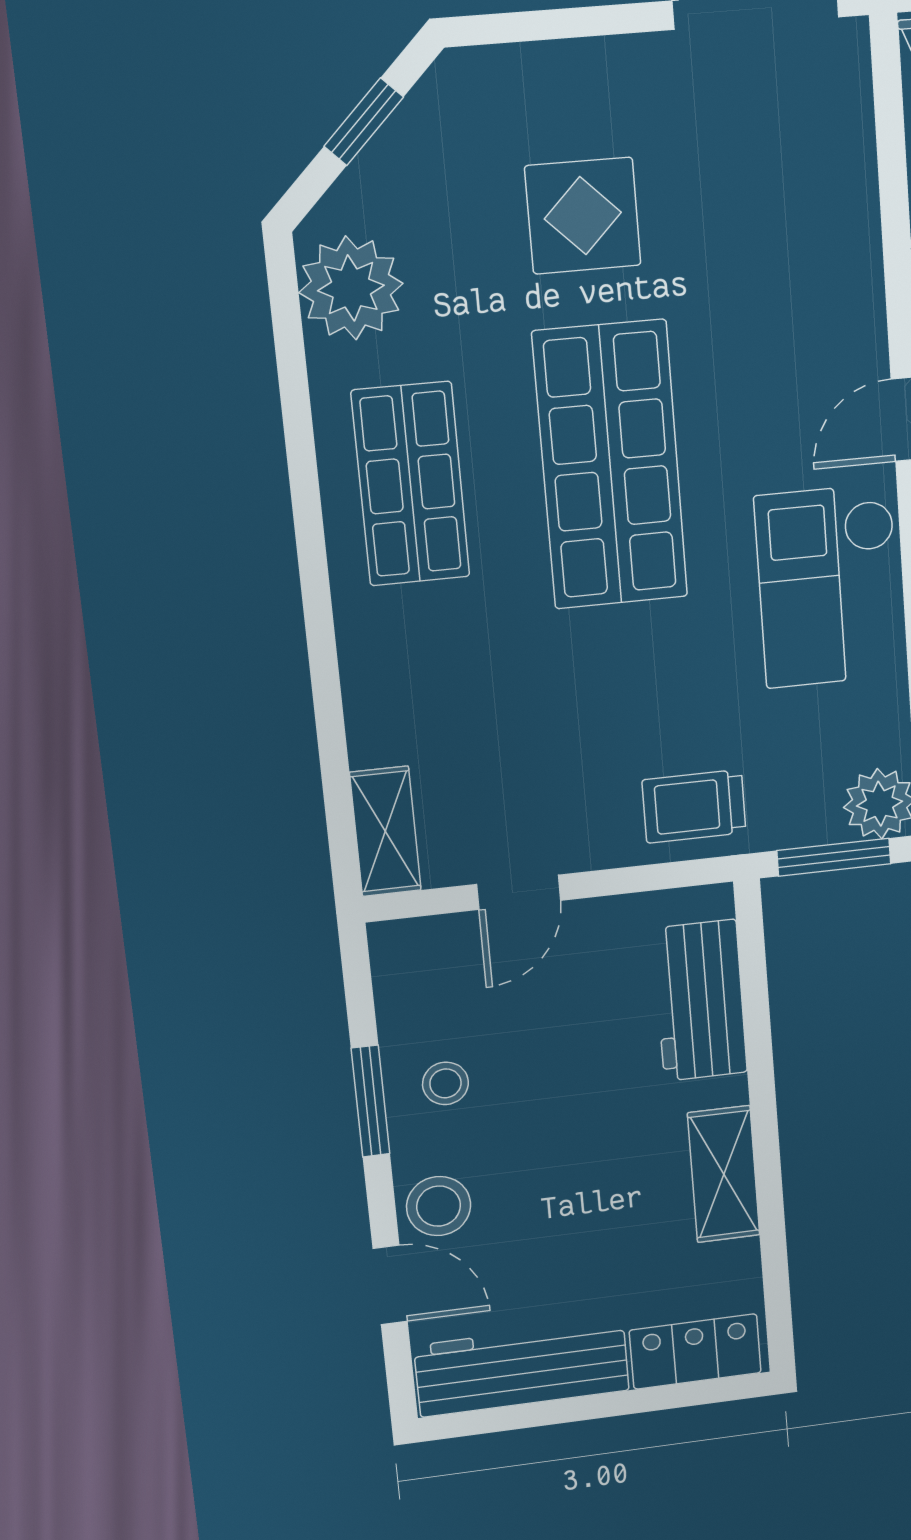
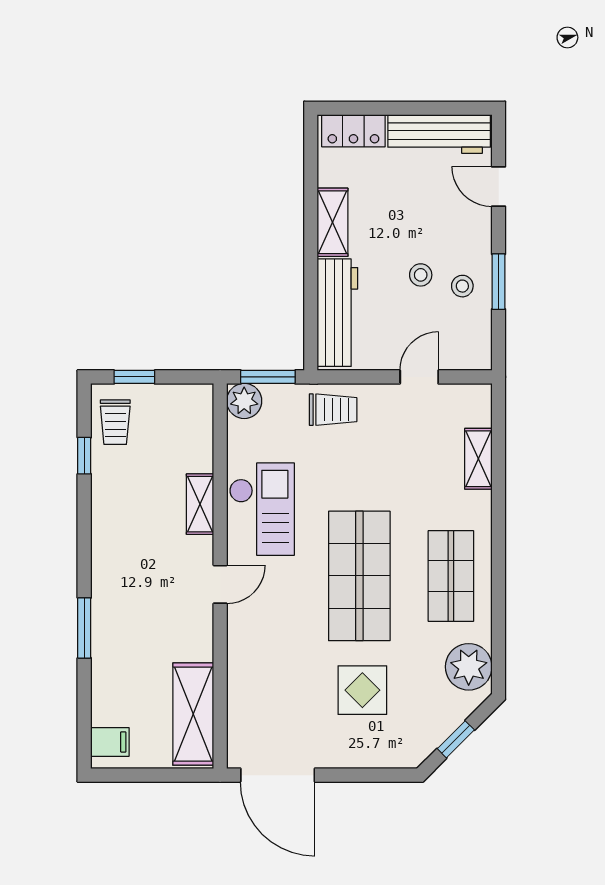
shelving: (385, 831) -> (478, 459), moved
workbench: (700, 1001) -> (337, 313), width x1.38
stool: (439, 1206) -> (421, 275), moved, width x0.73, depth x0.73

